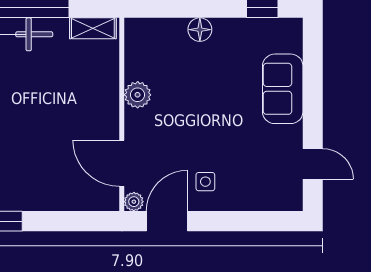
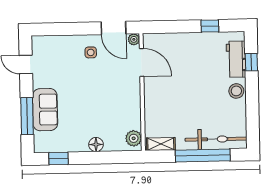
window: (313, 79) -> (27, 116), added
plant: (138, 95) -> (134, 138), moved
door: (167, 221) -> (113, 28), hinge flipped

